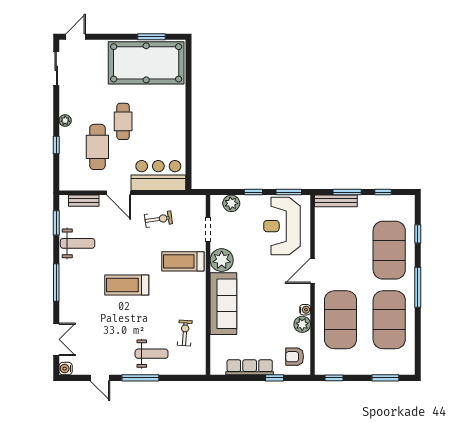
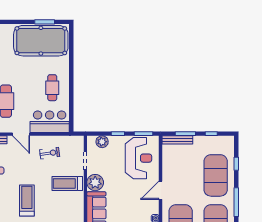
cafe table: (123, 121) -> (52, 88), moved
reception desk: (282, 226) -> (138, 158), turned 180
treadmill: (127, 285) -> (27, 200), turned 90

